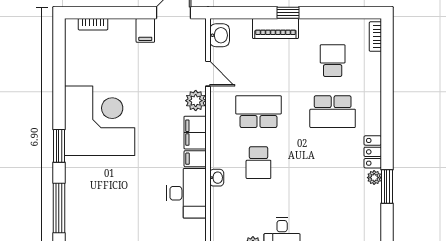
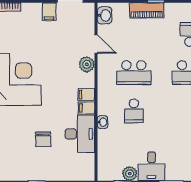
school desk: (258, 112) -> (134, 73), turned 180
filing cabinet: (195, 133) -> (86, 95), width x0.50
chair: (138, 201) -> (43, 139), added

